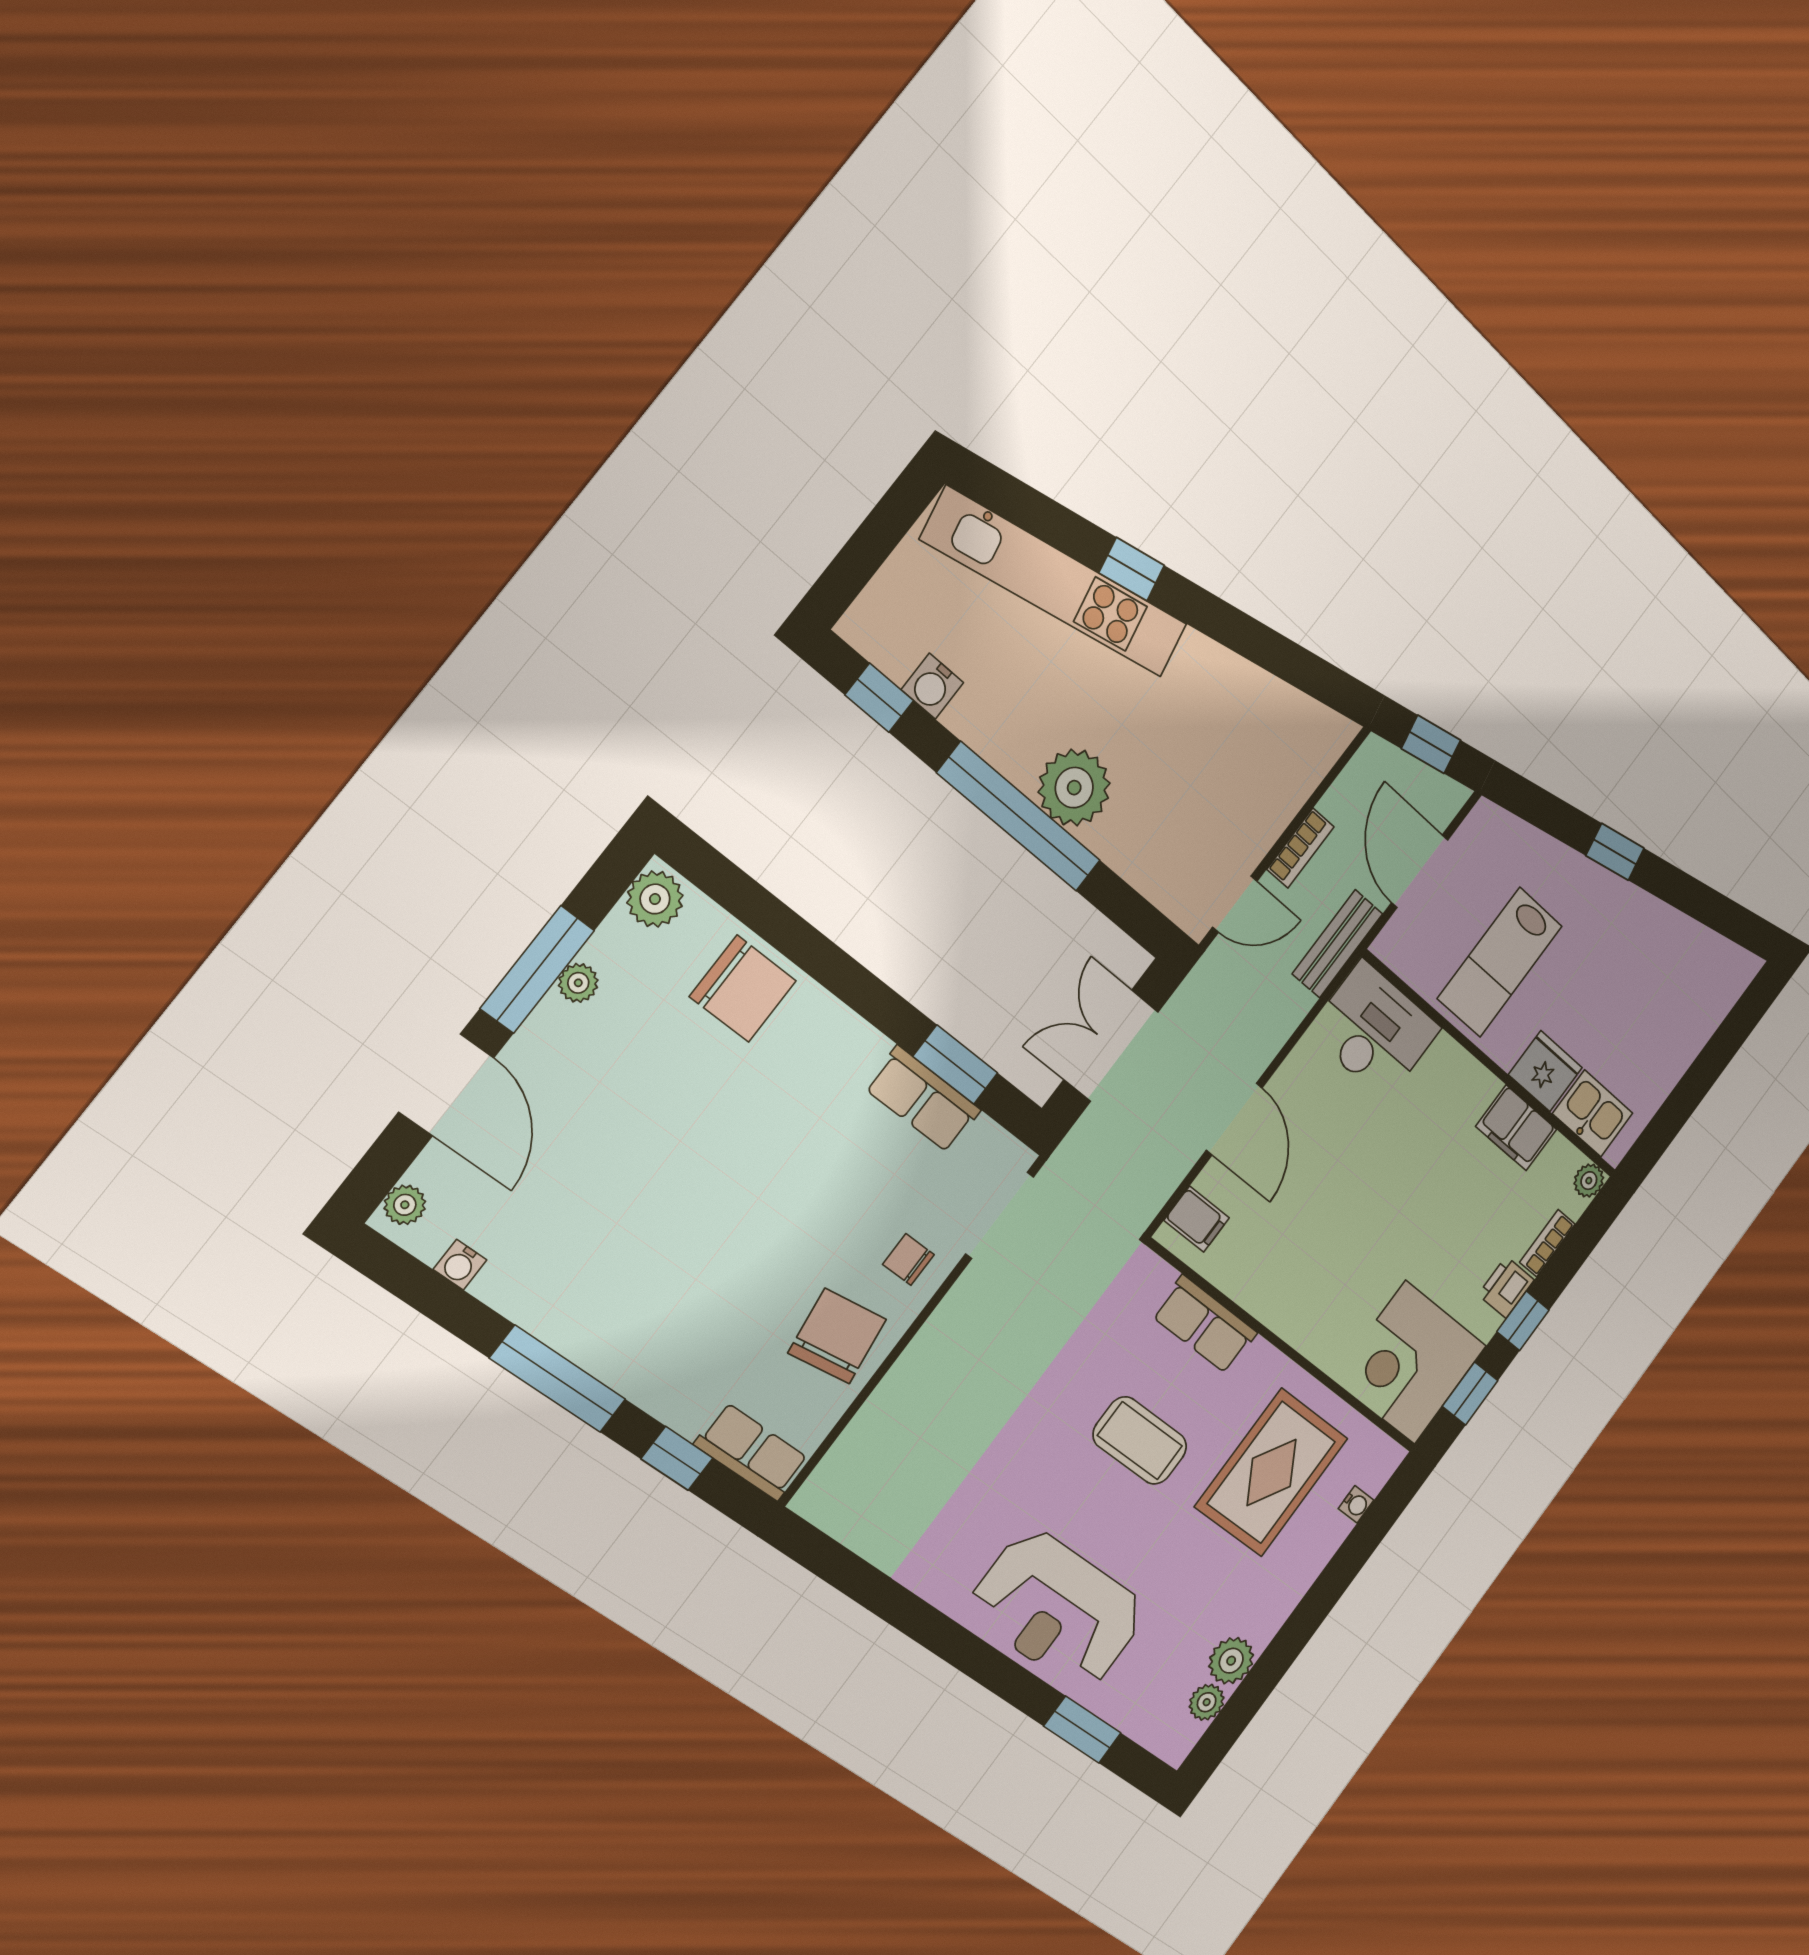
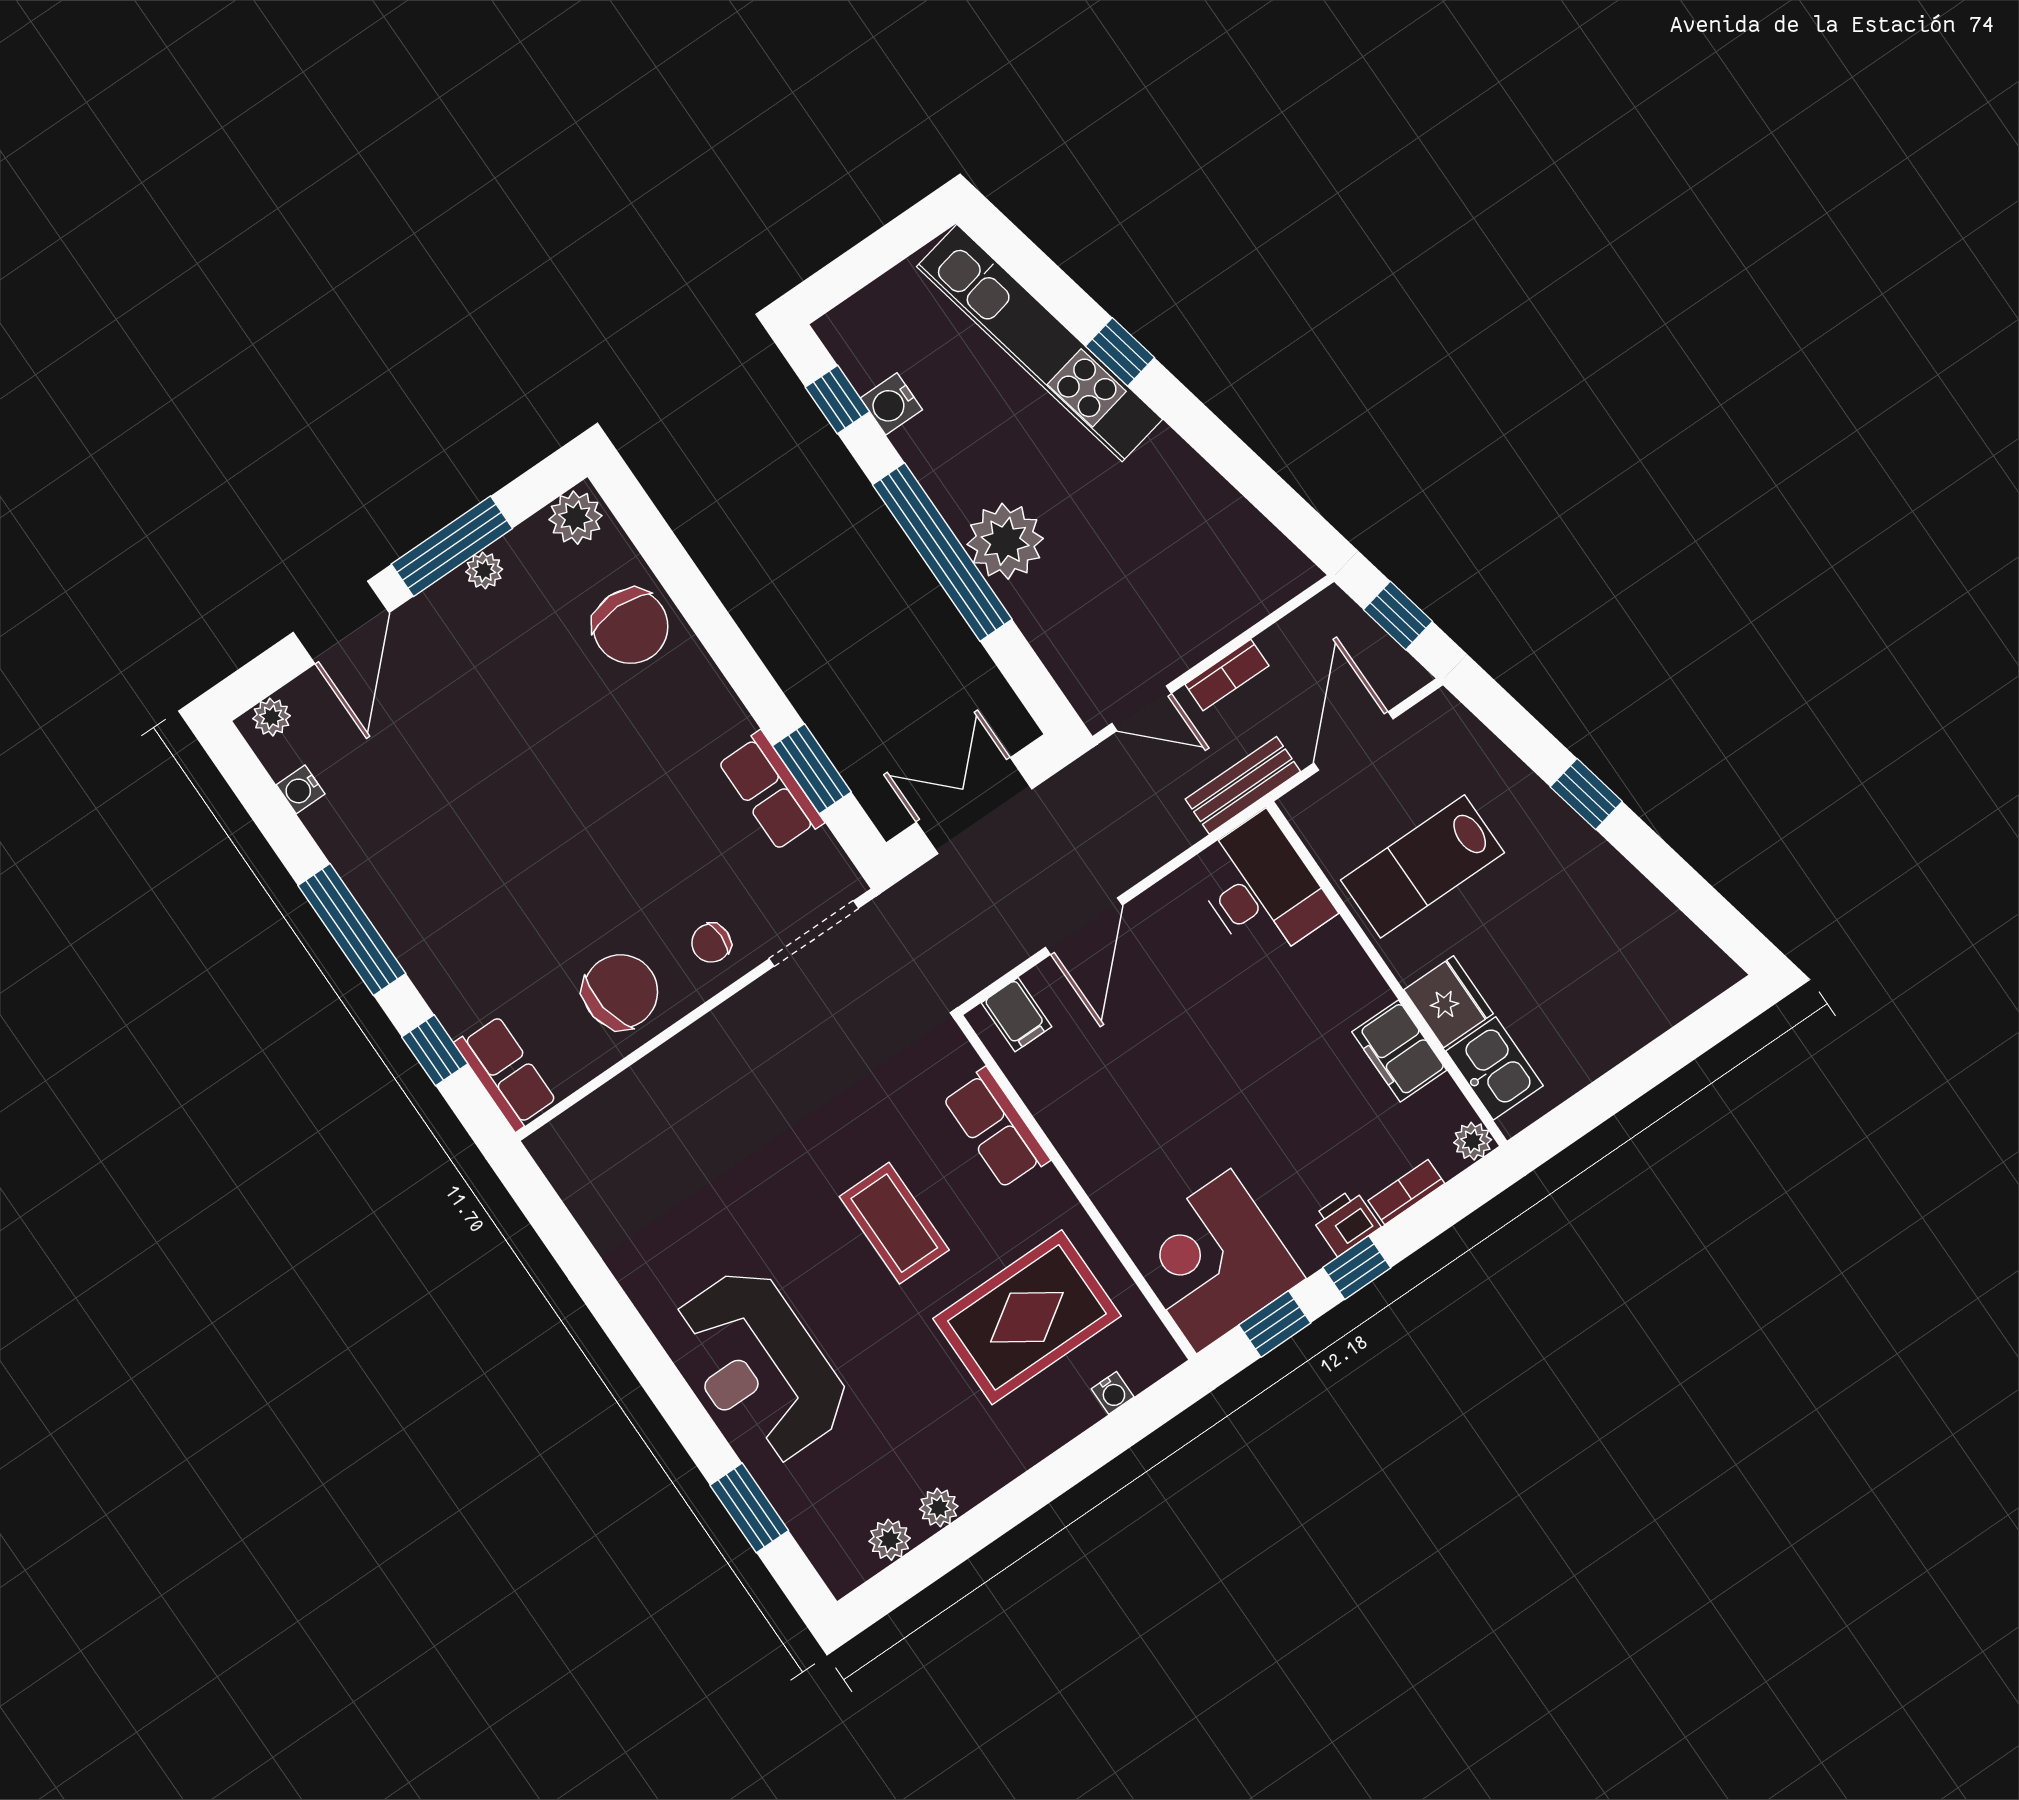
chair: (908, 1259) -> (711, 943), turned -90
plant: (1231, 1661) -> (939, 1508), width x0.73, depth x0.73

